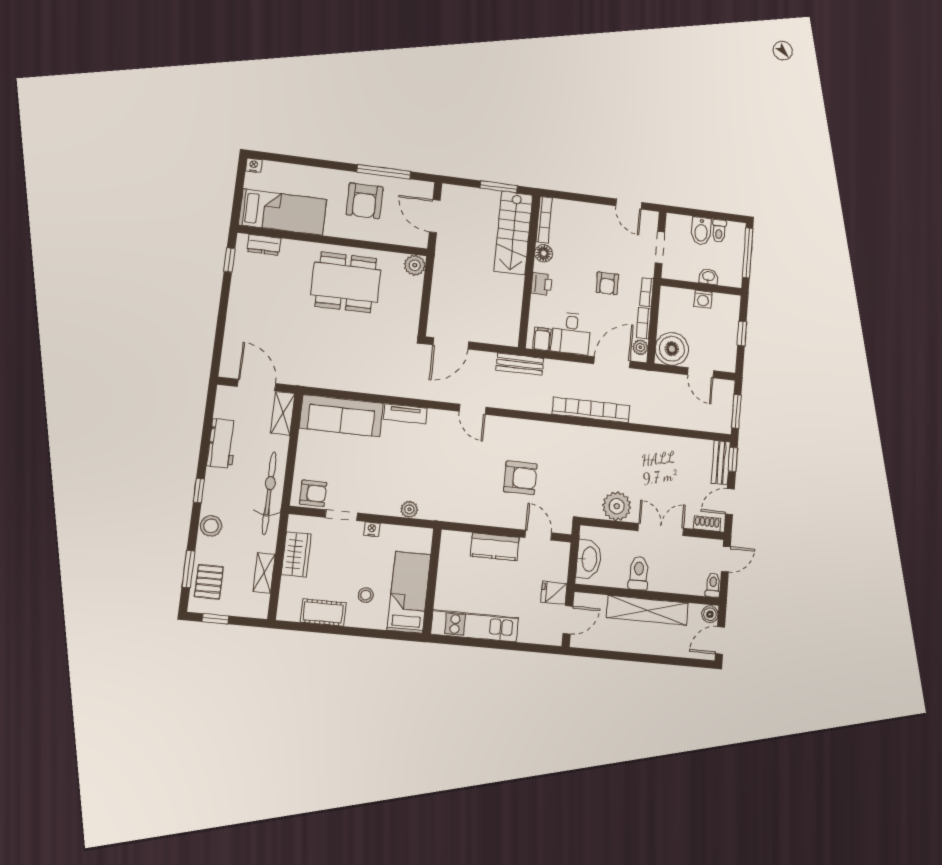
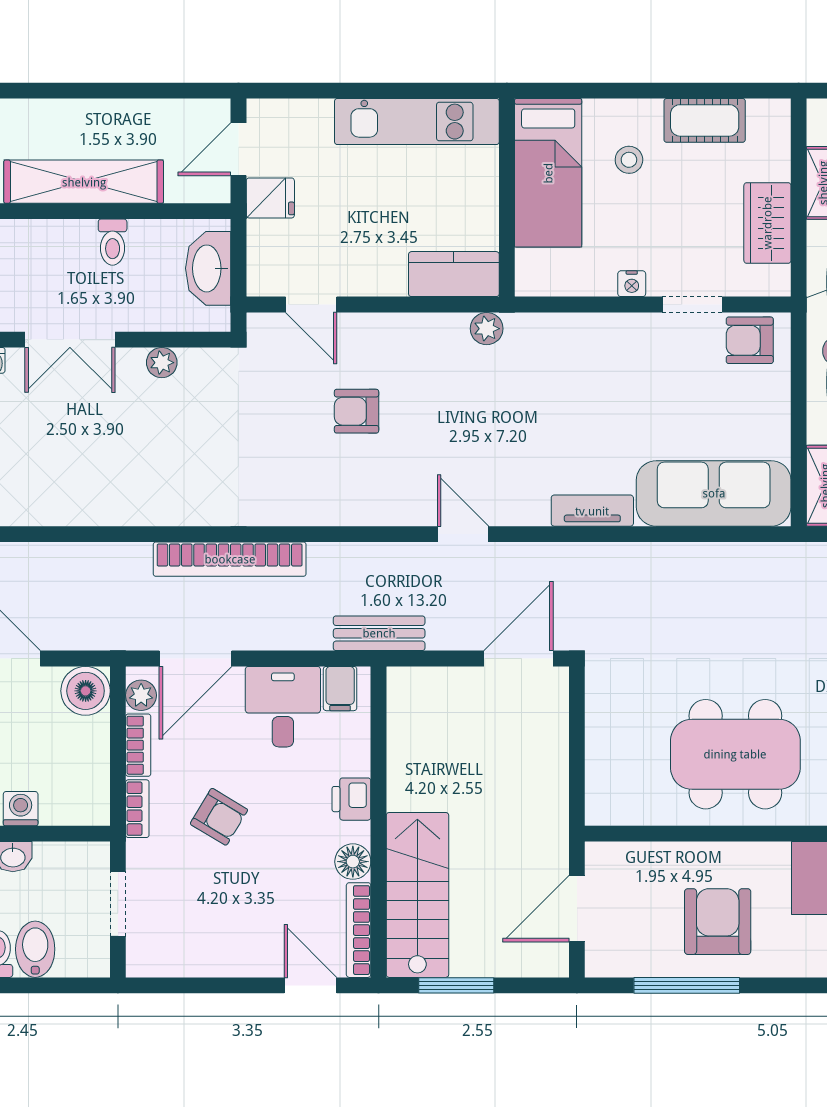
door: (629, 204) -> (311, 985), moved
door: (435, 216) -> (577, 909), swing flipped
plant: (415, 265) -> (606, 805), removed
armchair: (607, 283) -> (219, 817), turned 121
boiler: (672, 349) -> (86, 691), width x0.73, depth x0.73
armchair: (520, 478) -> (357, 411), width x0.72, depth x0.72
plant: (617, 506) -> (162, 363), width x0.53, depth x0.53
plant: (409, 509) -> (487, 329), moved
kitchen counter: (495, 547) -> (454, 274), moved
toilet: (639, 573) -> (113, 242), width x0.73, depth x0.72

